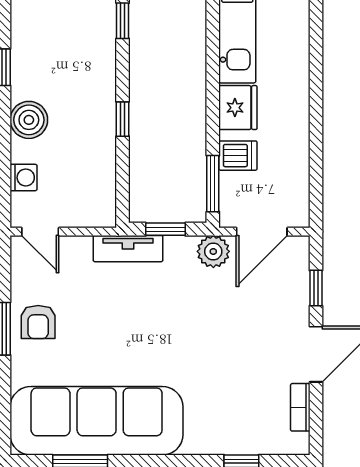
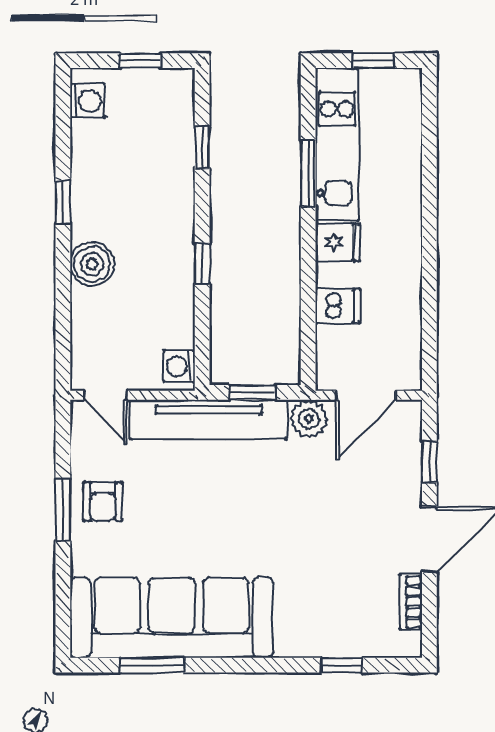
fridge: (238, 108) -> (338, 242), width x0.72
washing machine: (24, 178) -> (179, 366), moved, turned 180
window: (213, 184) -> (308, 174), moved
tv unit: (128, 249) -> (209, 420), width x1.92, depth x1.29

